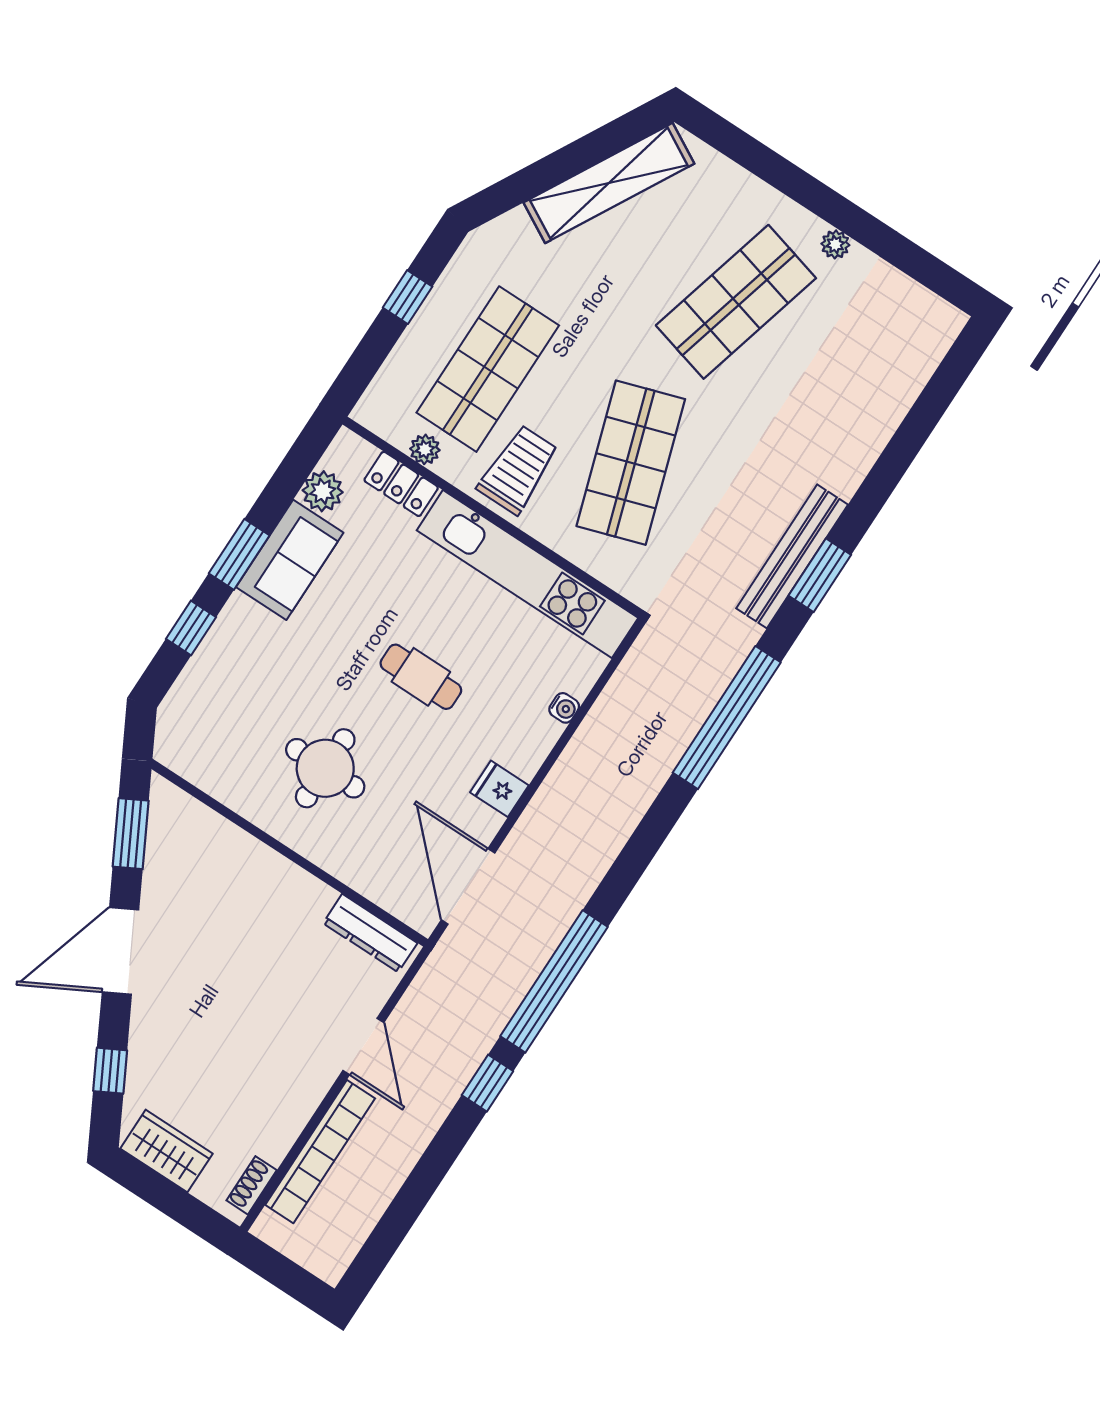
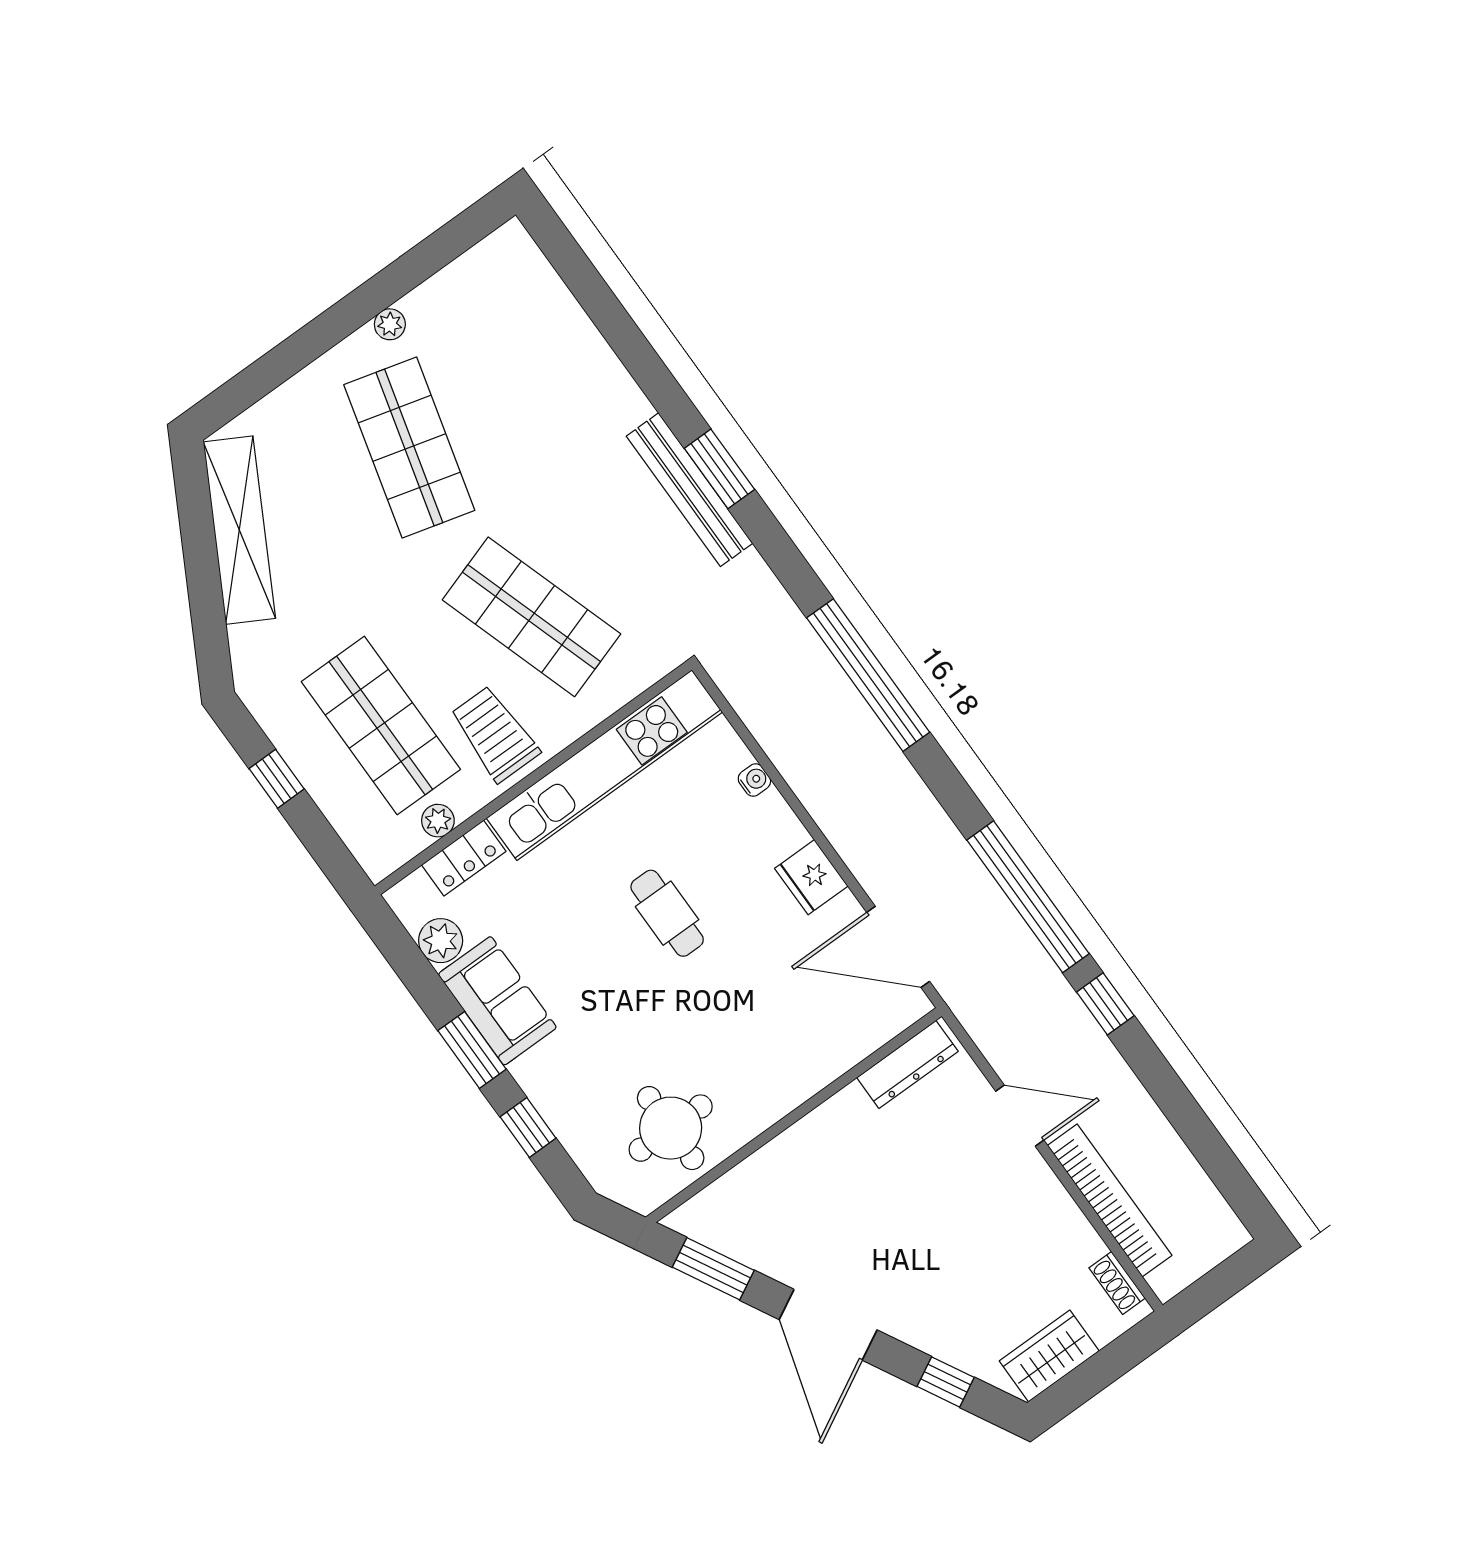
cafe table: (421, 677) -> (667, 913), turned 90
window: (727, 718) -> (868, 675), moved
round table: (325, 768) -> (671, 1128), moved
fridge: (499, 789) -> (811, 877), width x1.38

